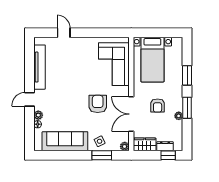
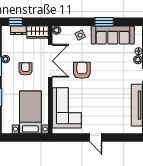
door: (64, 33) -> (96, 137), moved
armchair: (98, 104) -> (82, 70), turned 180
window: (102, 155) -> (104, 22), moved

